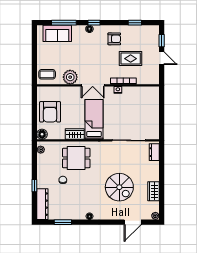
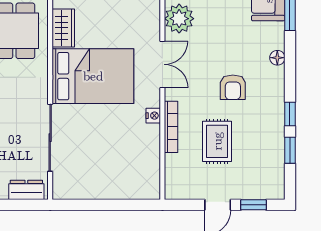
window: (94, 23) -> (290, 114), moved
armchair: (114, 39) -> (233, 87), moved
double door: (93, 85) -> (162, 64), swing flipped
bed: (94, 119) -> (93, 76), width x1.50

